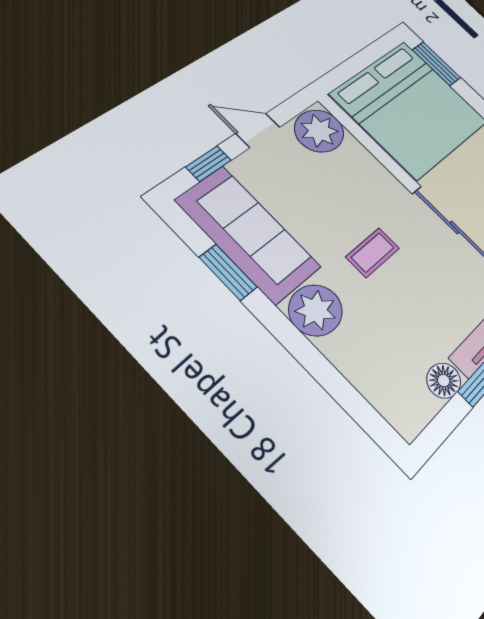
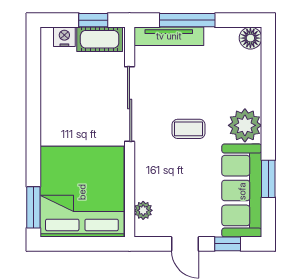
plant: (319, 131) -> (143, 210), width x0.53, depth x0.53
floor lamp: (444, 381) -> (250, 38), moved

